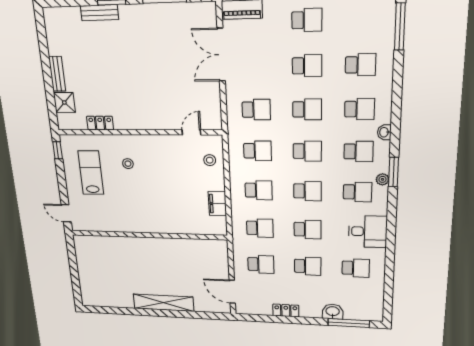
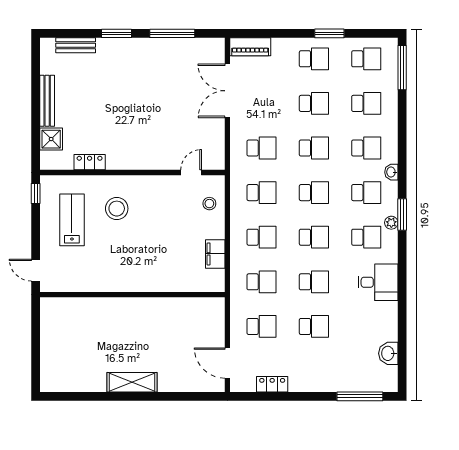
bench: (99, 13) -> (76, 45), moved
bench: (57, 74) -> (47, 101), width x1.36
stool: (128, 164) -> (117, 209), width x1.89, depth x1.89
school desk: (356, 268) -> (366, 59), moved
shelving: (163, 303) -> (132, 382), width x0.68
locker: (286, 311) -> (272, 384), moved
washbasin: (333, 312) -> (388, 353), moved, turned -90

